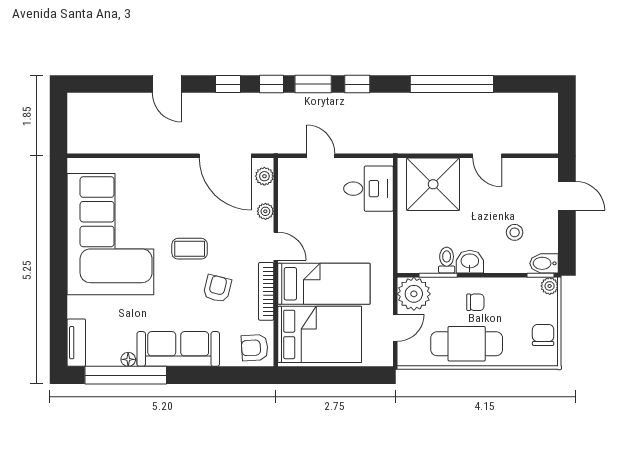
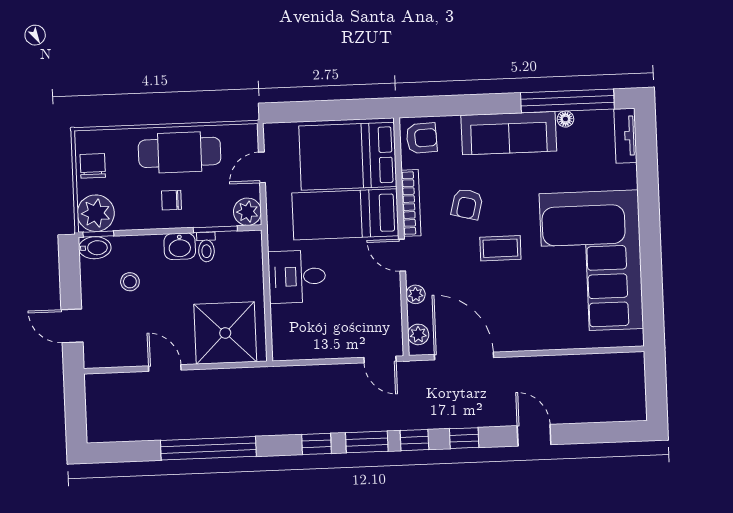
door: (321, 156) -> (380, 359), moved
desk: (368, 189) -> (297, 277), moved
plant: (550, 286) -> (96, 213), width x1.87, depth x1.87
plant: (414, 294) -> (247, 212), width x0.73, depth x0.73
chair: (543, 335) -> (93, 166), turned 180

